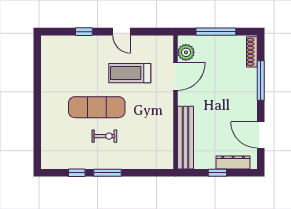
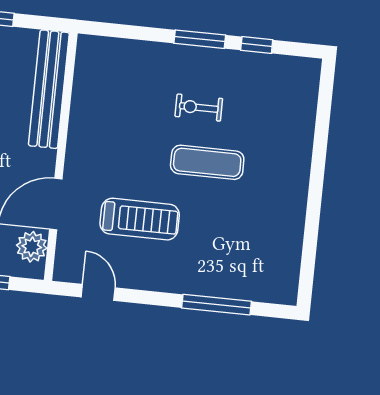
window: (84, 32) -> (216, 305), width x2.17
door: (122, 32) -> (98, 292), moved
exercise mat: (97, 107) -> (207, 162), width x0.73, depth x0.69

